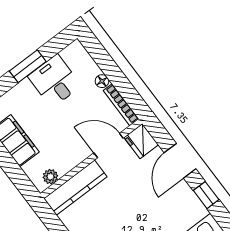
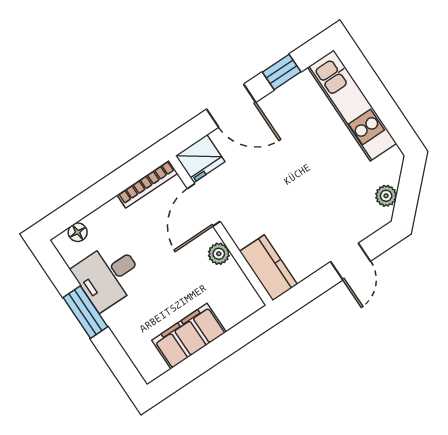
floor lamp: (102, 81) -> (78, 232), moved
plant: (50, 177) -> (219, 254), moved
kitchen counter: (75, 188) -> (269, 268), width x0.67

